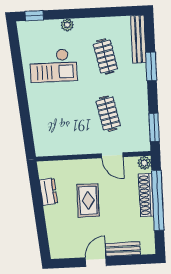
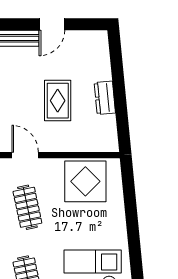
display table: (63, 137) -> (85, 181), added
dresser: (48, 192) -> (105, 98), moved

